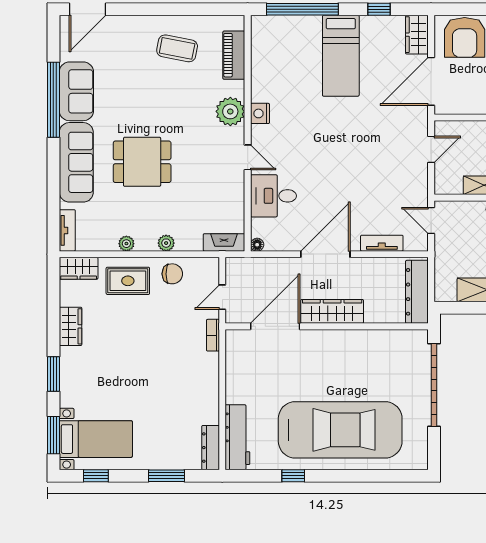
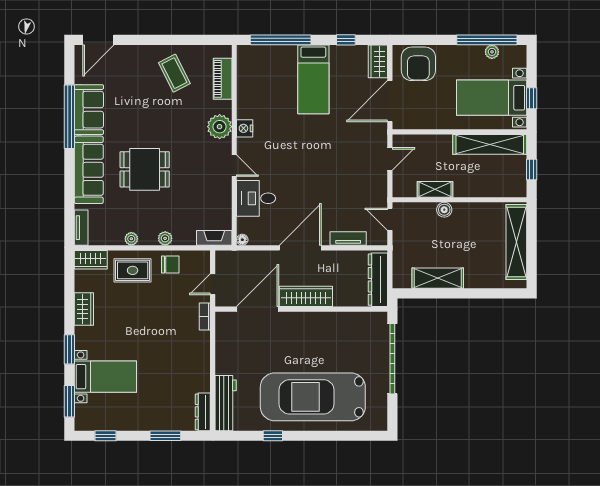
coffee table: (177, 48) -> (174, 73), turned 52
car: (340, 430) -> (313, 397), turned 180
bed with nightstands: (96, 439) -> (105, 377), moved

